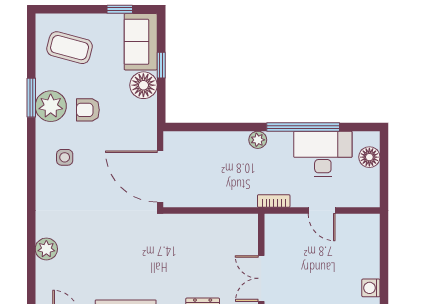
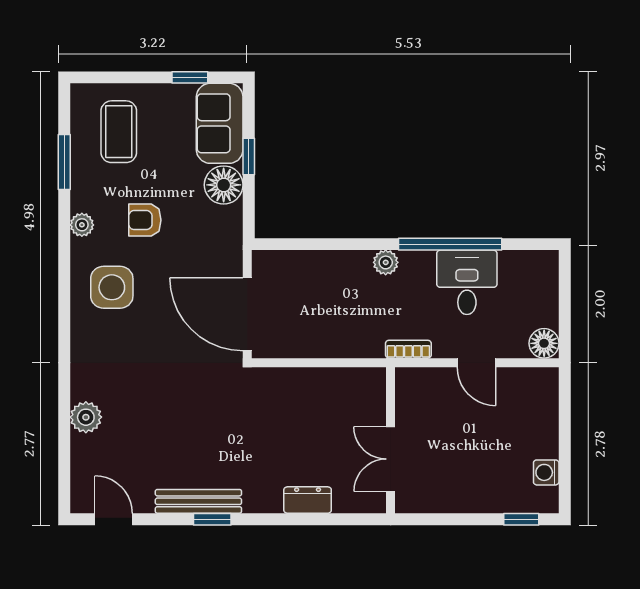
coffee table: (70, 48) -> (119, 132), turned 75
window: (31, 98) -> (64, 162), moved
plant: (51, 106) -> (82, 225), width x0.53, depth x0.53
desk: (323, 154) -> (467, 282), width x0.73
side table: (65, 157) -> (112, 287), width x1.87, depth x1.87
floor lamp: (369, 157) -> (544, 343), moved

